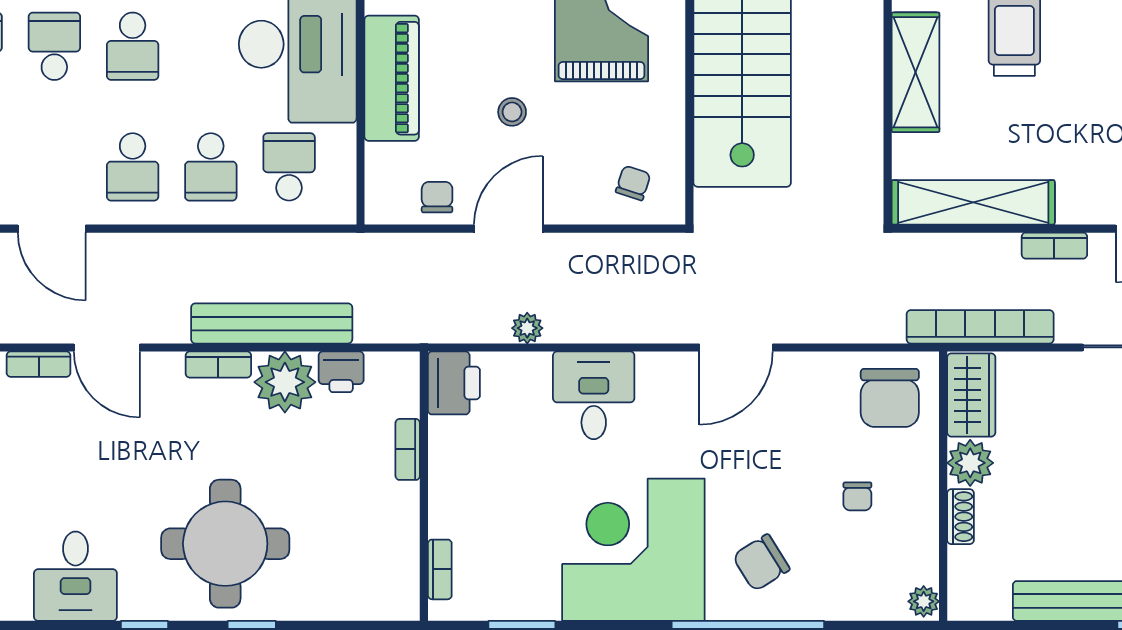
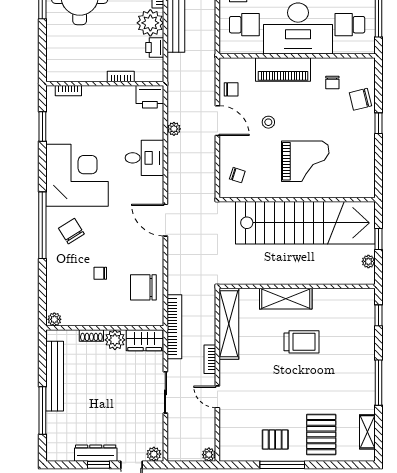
wardrobe: (971, 395) -> (145, 340), moved
plant: (970, 463) -> (115, 340), moved
wall: (943, 486) -> (105, 328), moved
shoe rack: (960, 517) -> (91, 336), moved
plant: (924, 601) -> (54, 319), moved

